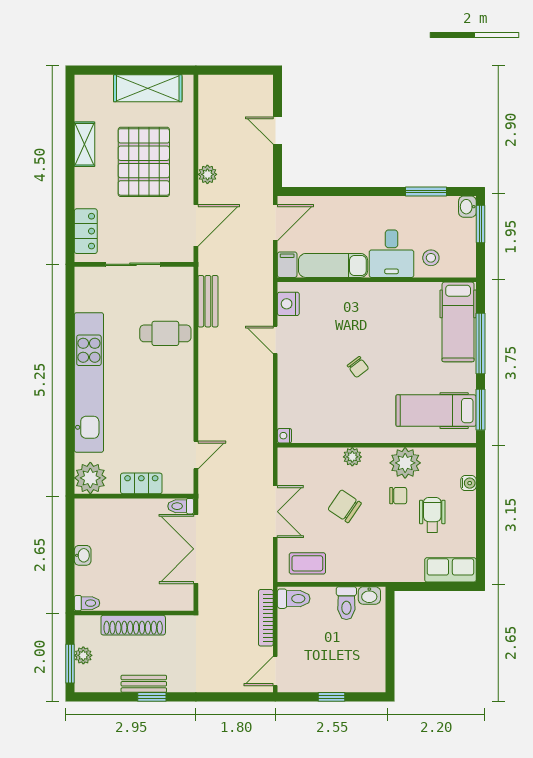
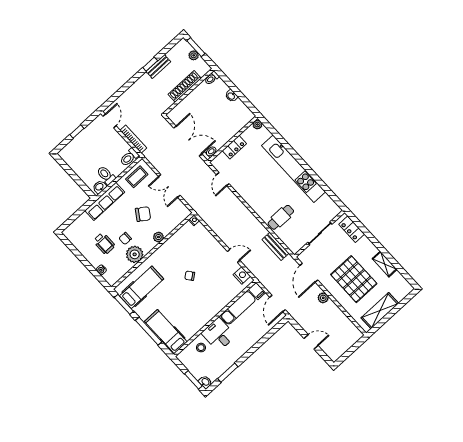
plant: (90, 478) -> (257, 125), width x0.53, depth x0.53
row of seats: (450, 570) -> (105, 201), moved, width x1.48

